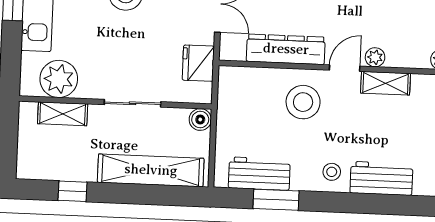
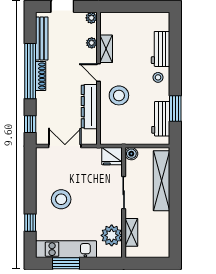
plant: (375, 57) -> (92, 43), moved
fridge: (198, 63) -> (112, 156), moved
window: (73, 191) -> (175, 225), removed

